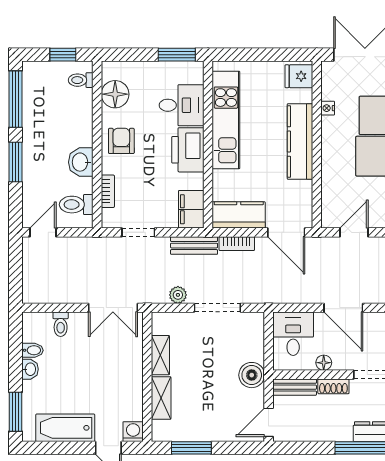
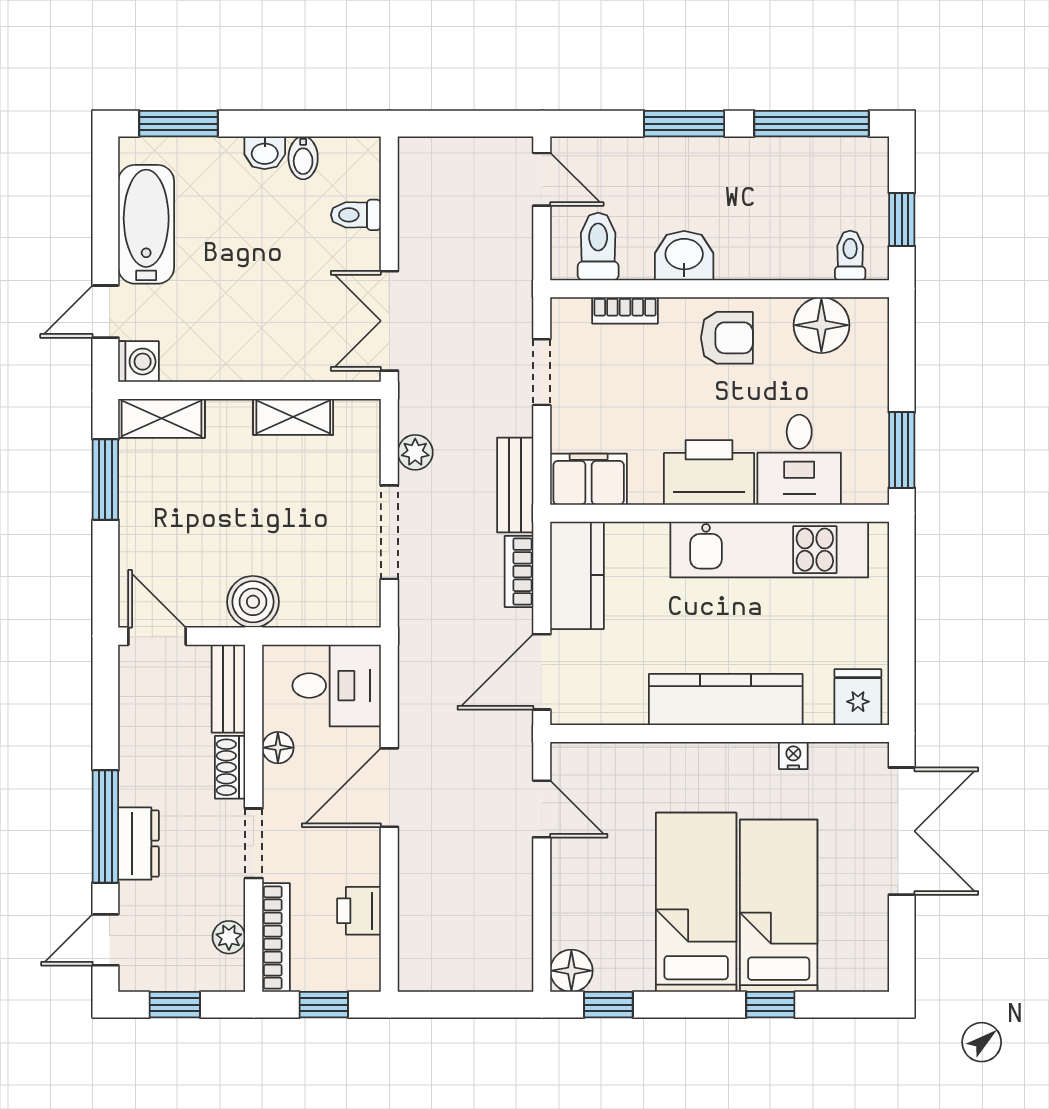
shelving: (161, 398) -> (161, 418), moved

